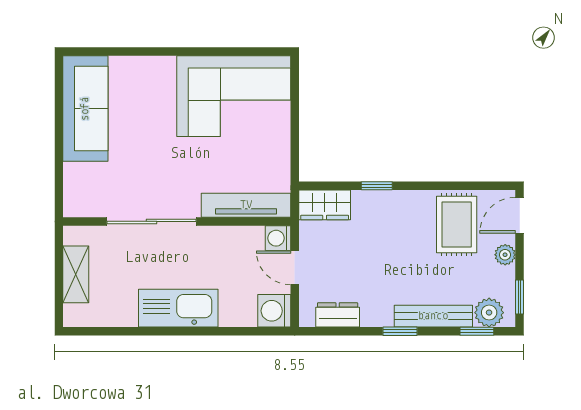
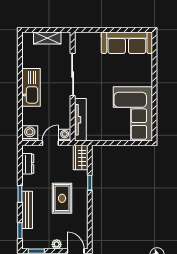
rug: (457, 225) -> (62, 198), moved, turned 90
plant: (489, 313) -> (29, 237), removed

